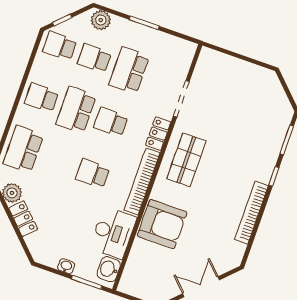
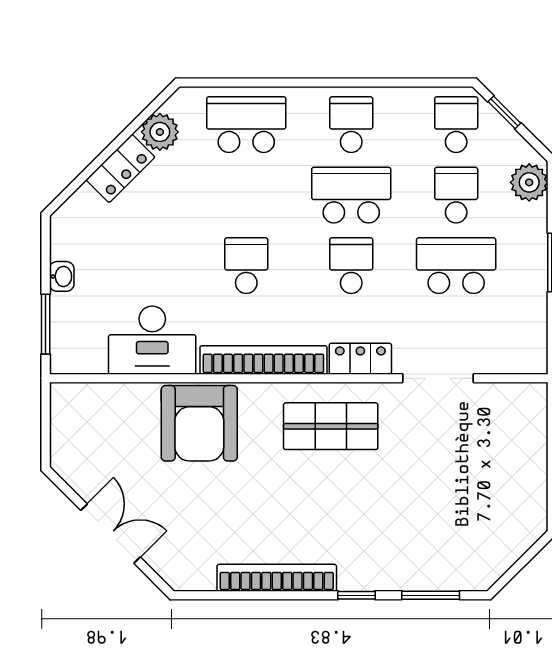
washbasin: (109, 269) -> (84, 355), removed

